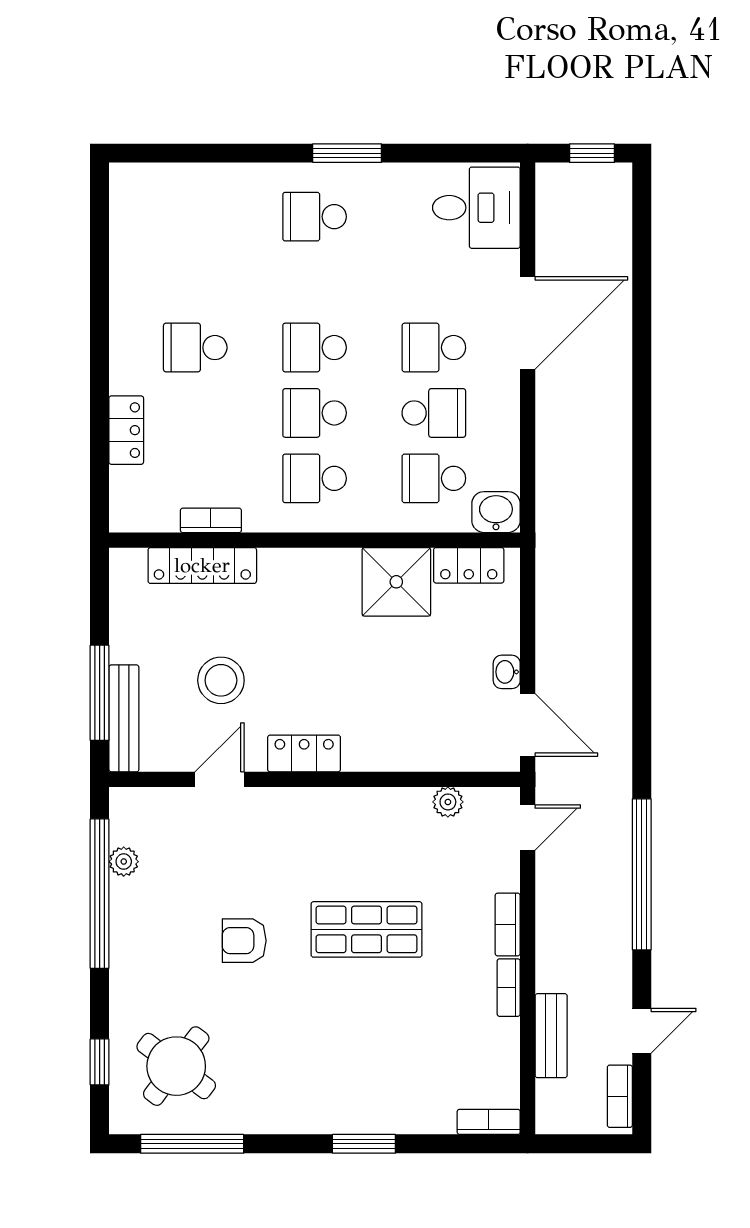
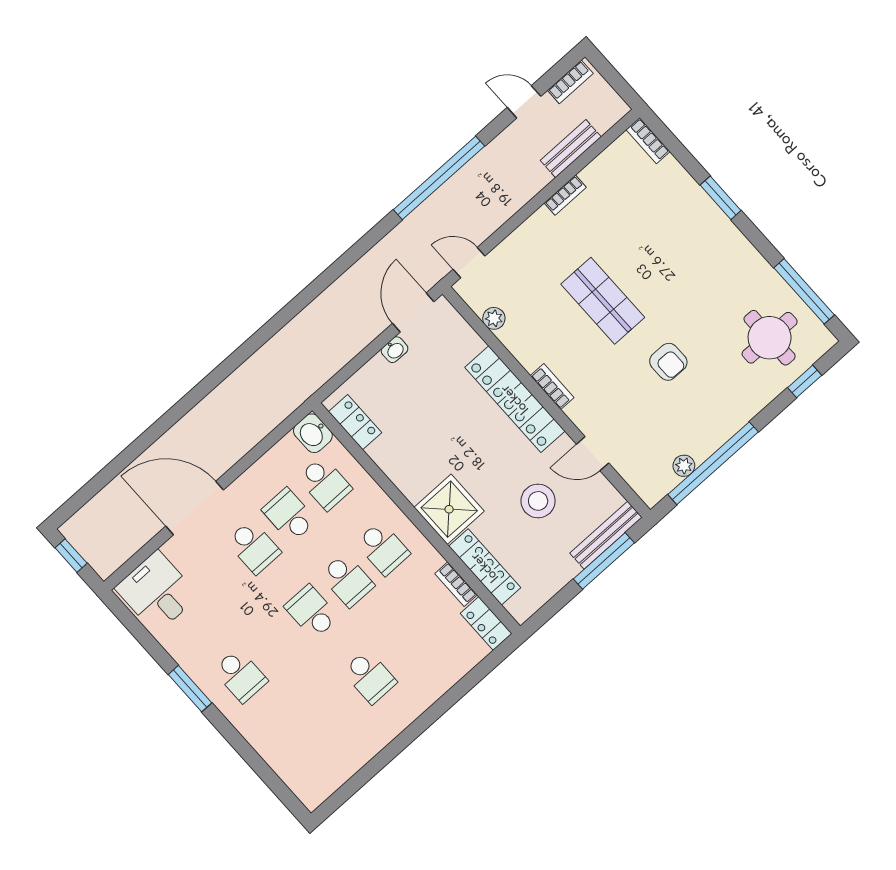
school desk: (315, 348) -> (312, 612), turned 180
locker: (126, 430) -> (486, 624), moved, turned -90
shower: (396, 582) -> (449, 509), moved
locker: (304, 753) -> (515, 399), width x2.16, depth x1.21
bookcase: (508, 924) -> (552, 387), moved, turned -90
round table: (176, 1066) -> (770, 338), turned -37

